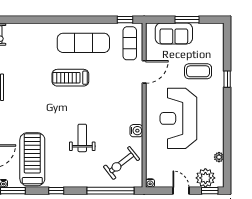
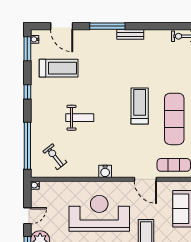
water cooler: (136, 131) -> (105, 171), moved
treadmill: (32, 159) -> (59, 68), width x0.73, depth x0.73
exercise bike: (121, 163) -> (55, 157), width x0.73, depth x0.72

